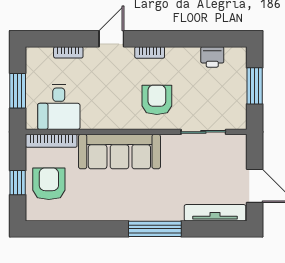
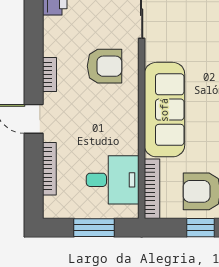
bookcase: (68, 52) -> (49, 169), width x1.56
armchair: (157, 100) -> (105, 66), turned 180

